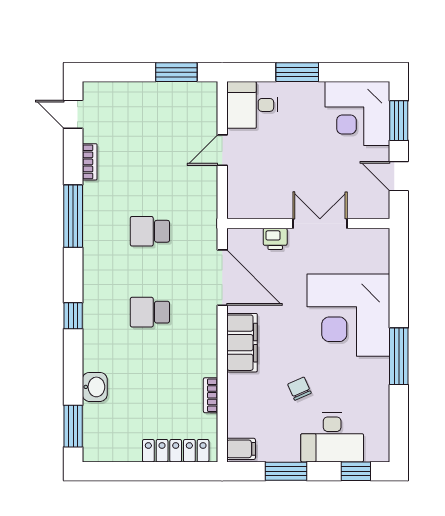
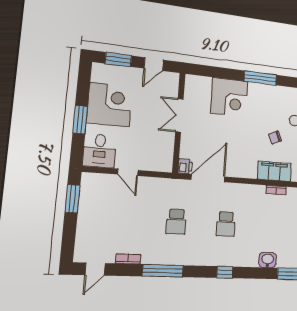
corner desk: (357, 114) -> (110, 105), moved, turned -90
printer: (275, 239) -> (185, 166), moved
corner desk: (348, 315) -> (229, 97), width x0.74, depth x0.74
filing cabinet: (242, 343) -> (274, 171), moved

